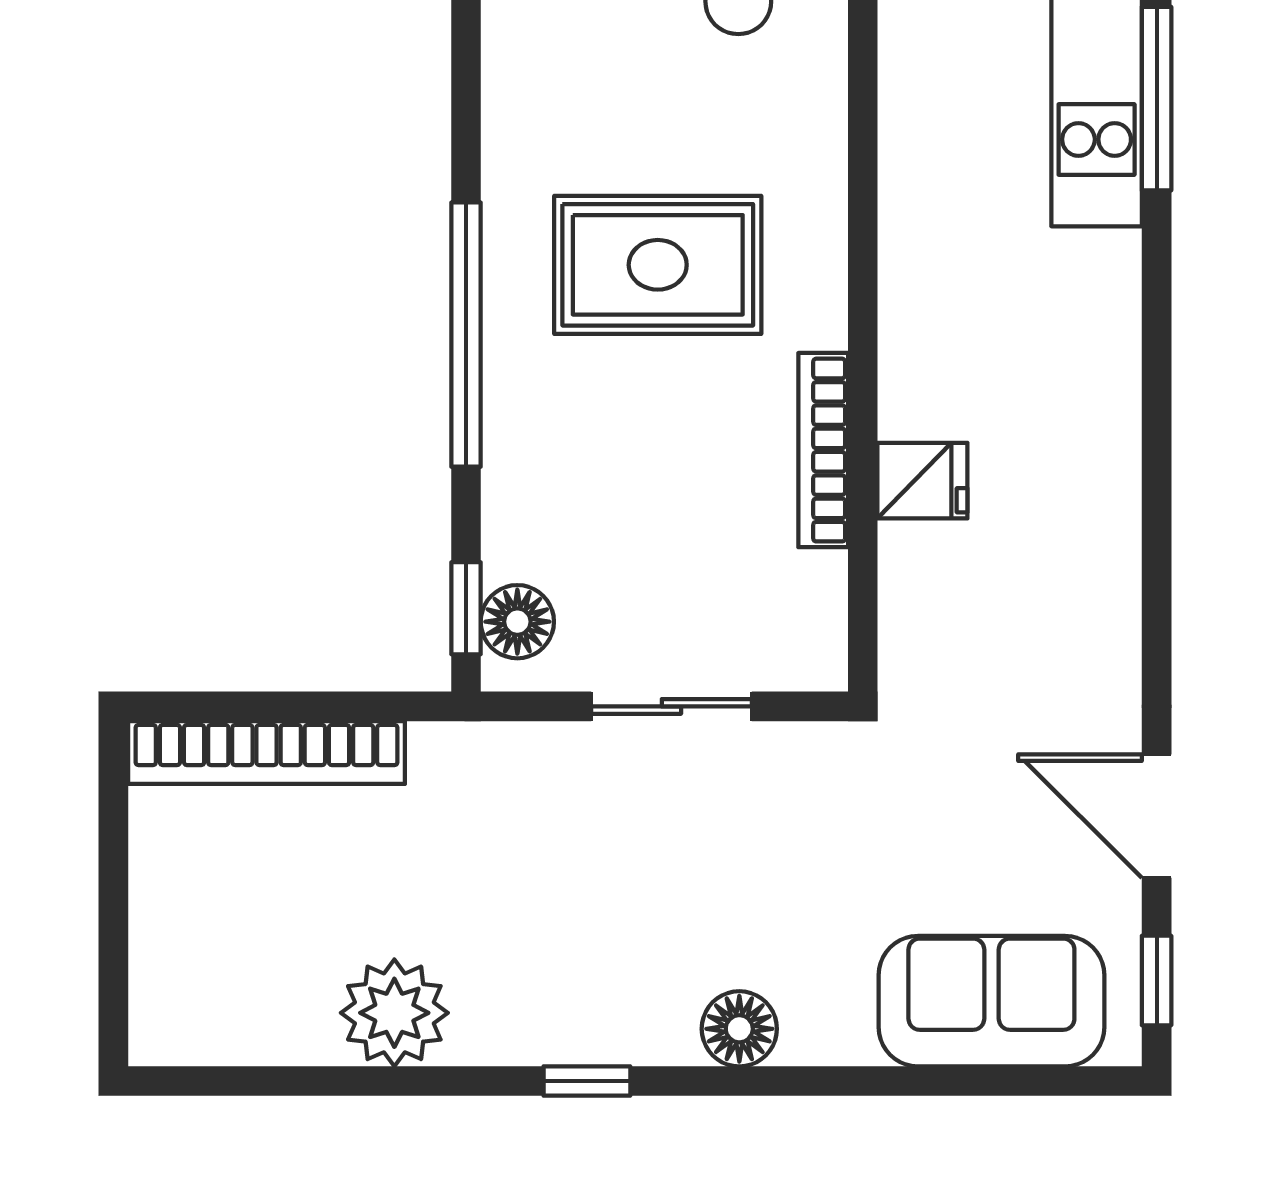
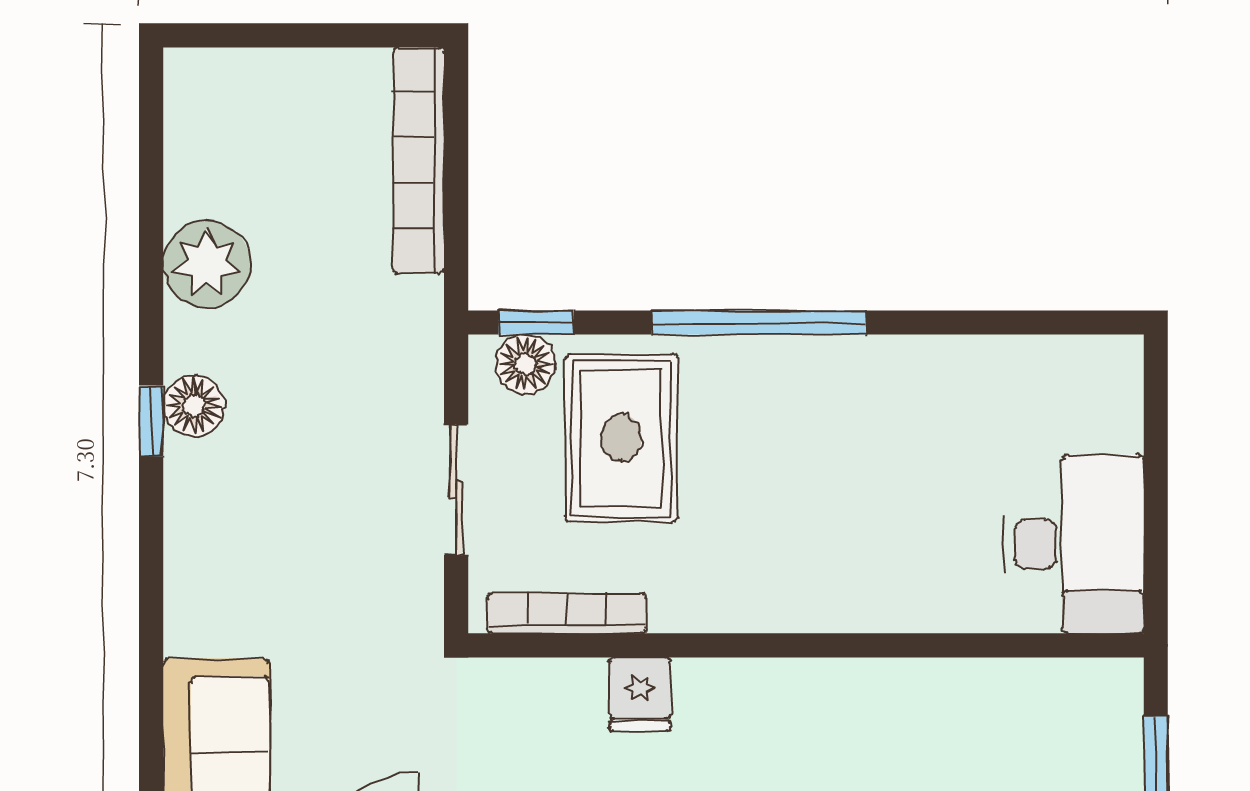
rug: (658, 265) -> (621, 438), moved
bookcase: (823, 450) -> (567, 613), moved
floor lamp: (739, 1029) -> (194, 405), moved

